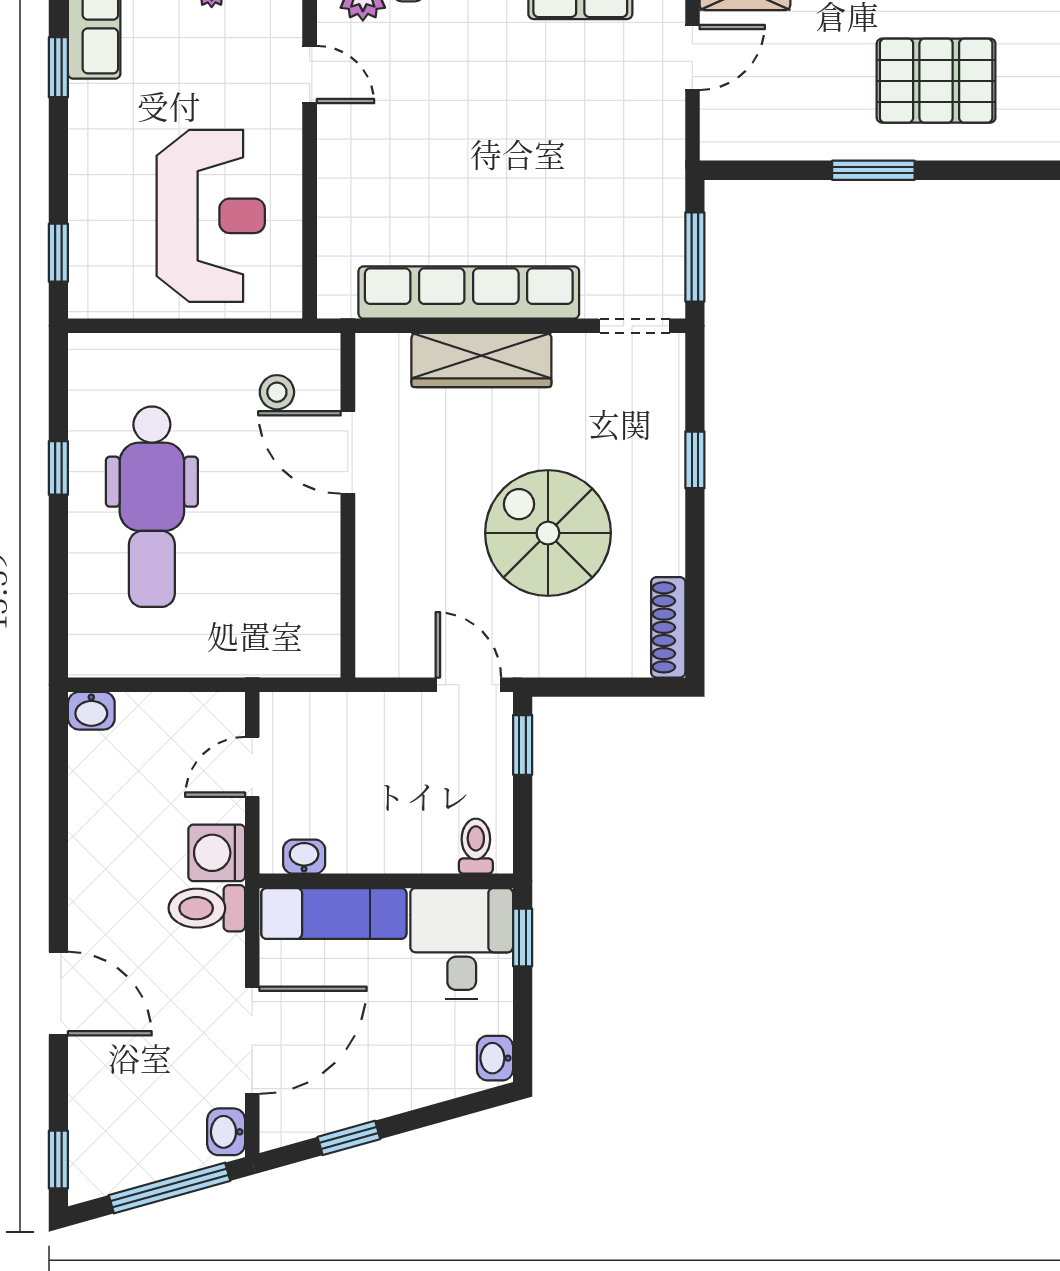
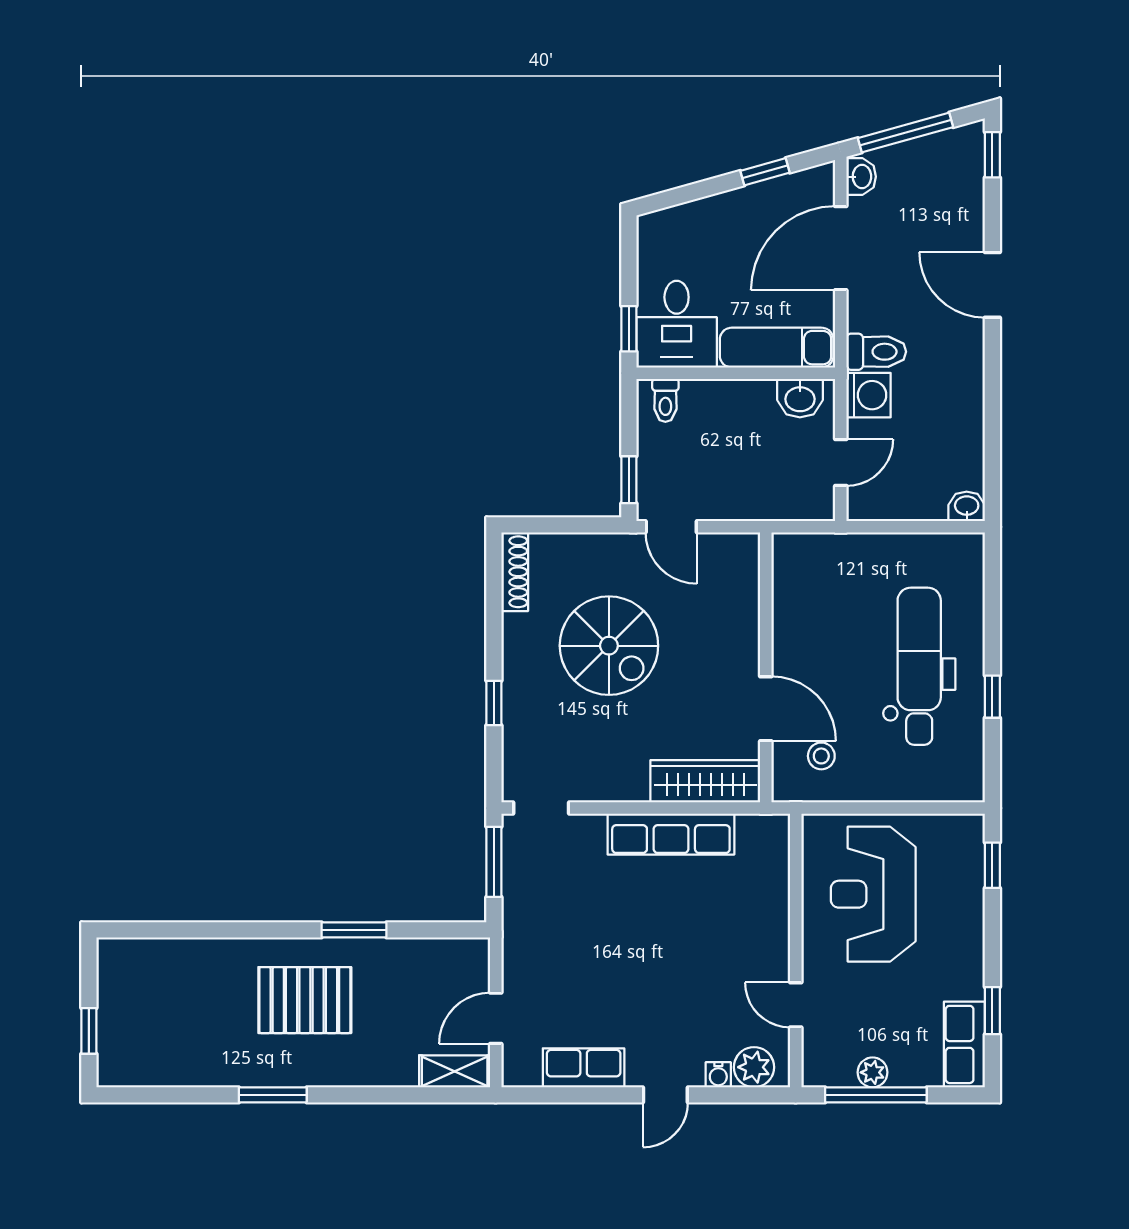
row of seats: (469, 292) -> (671, 834), width x0.73
wardrobe: (481, 360) -> (705, 781), moved
washbasin: (304, 857) -> (800, 398), width x1.38, depth x1.45
washbasin: (495, 1058) -> (650, 234), removed

